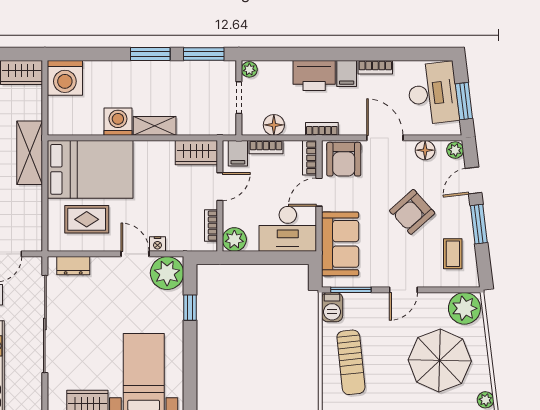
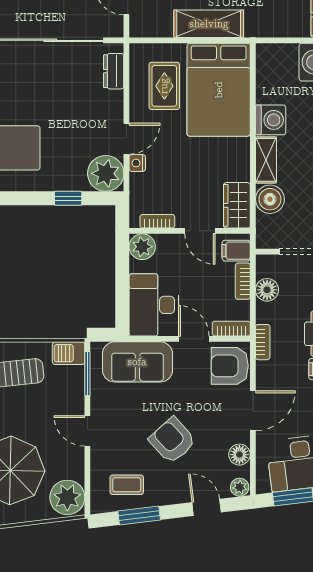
boiler: (191, 122) -> (270, 199), added
shelving: (30, 153) -> (209, 24), moved
window: (479, 224) -> (139, 515), moved

